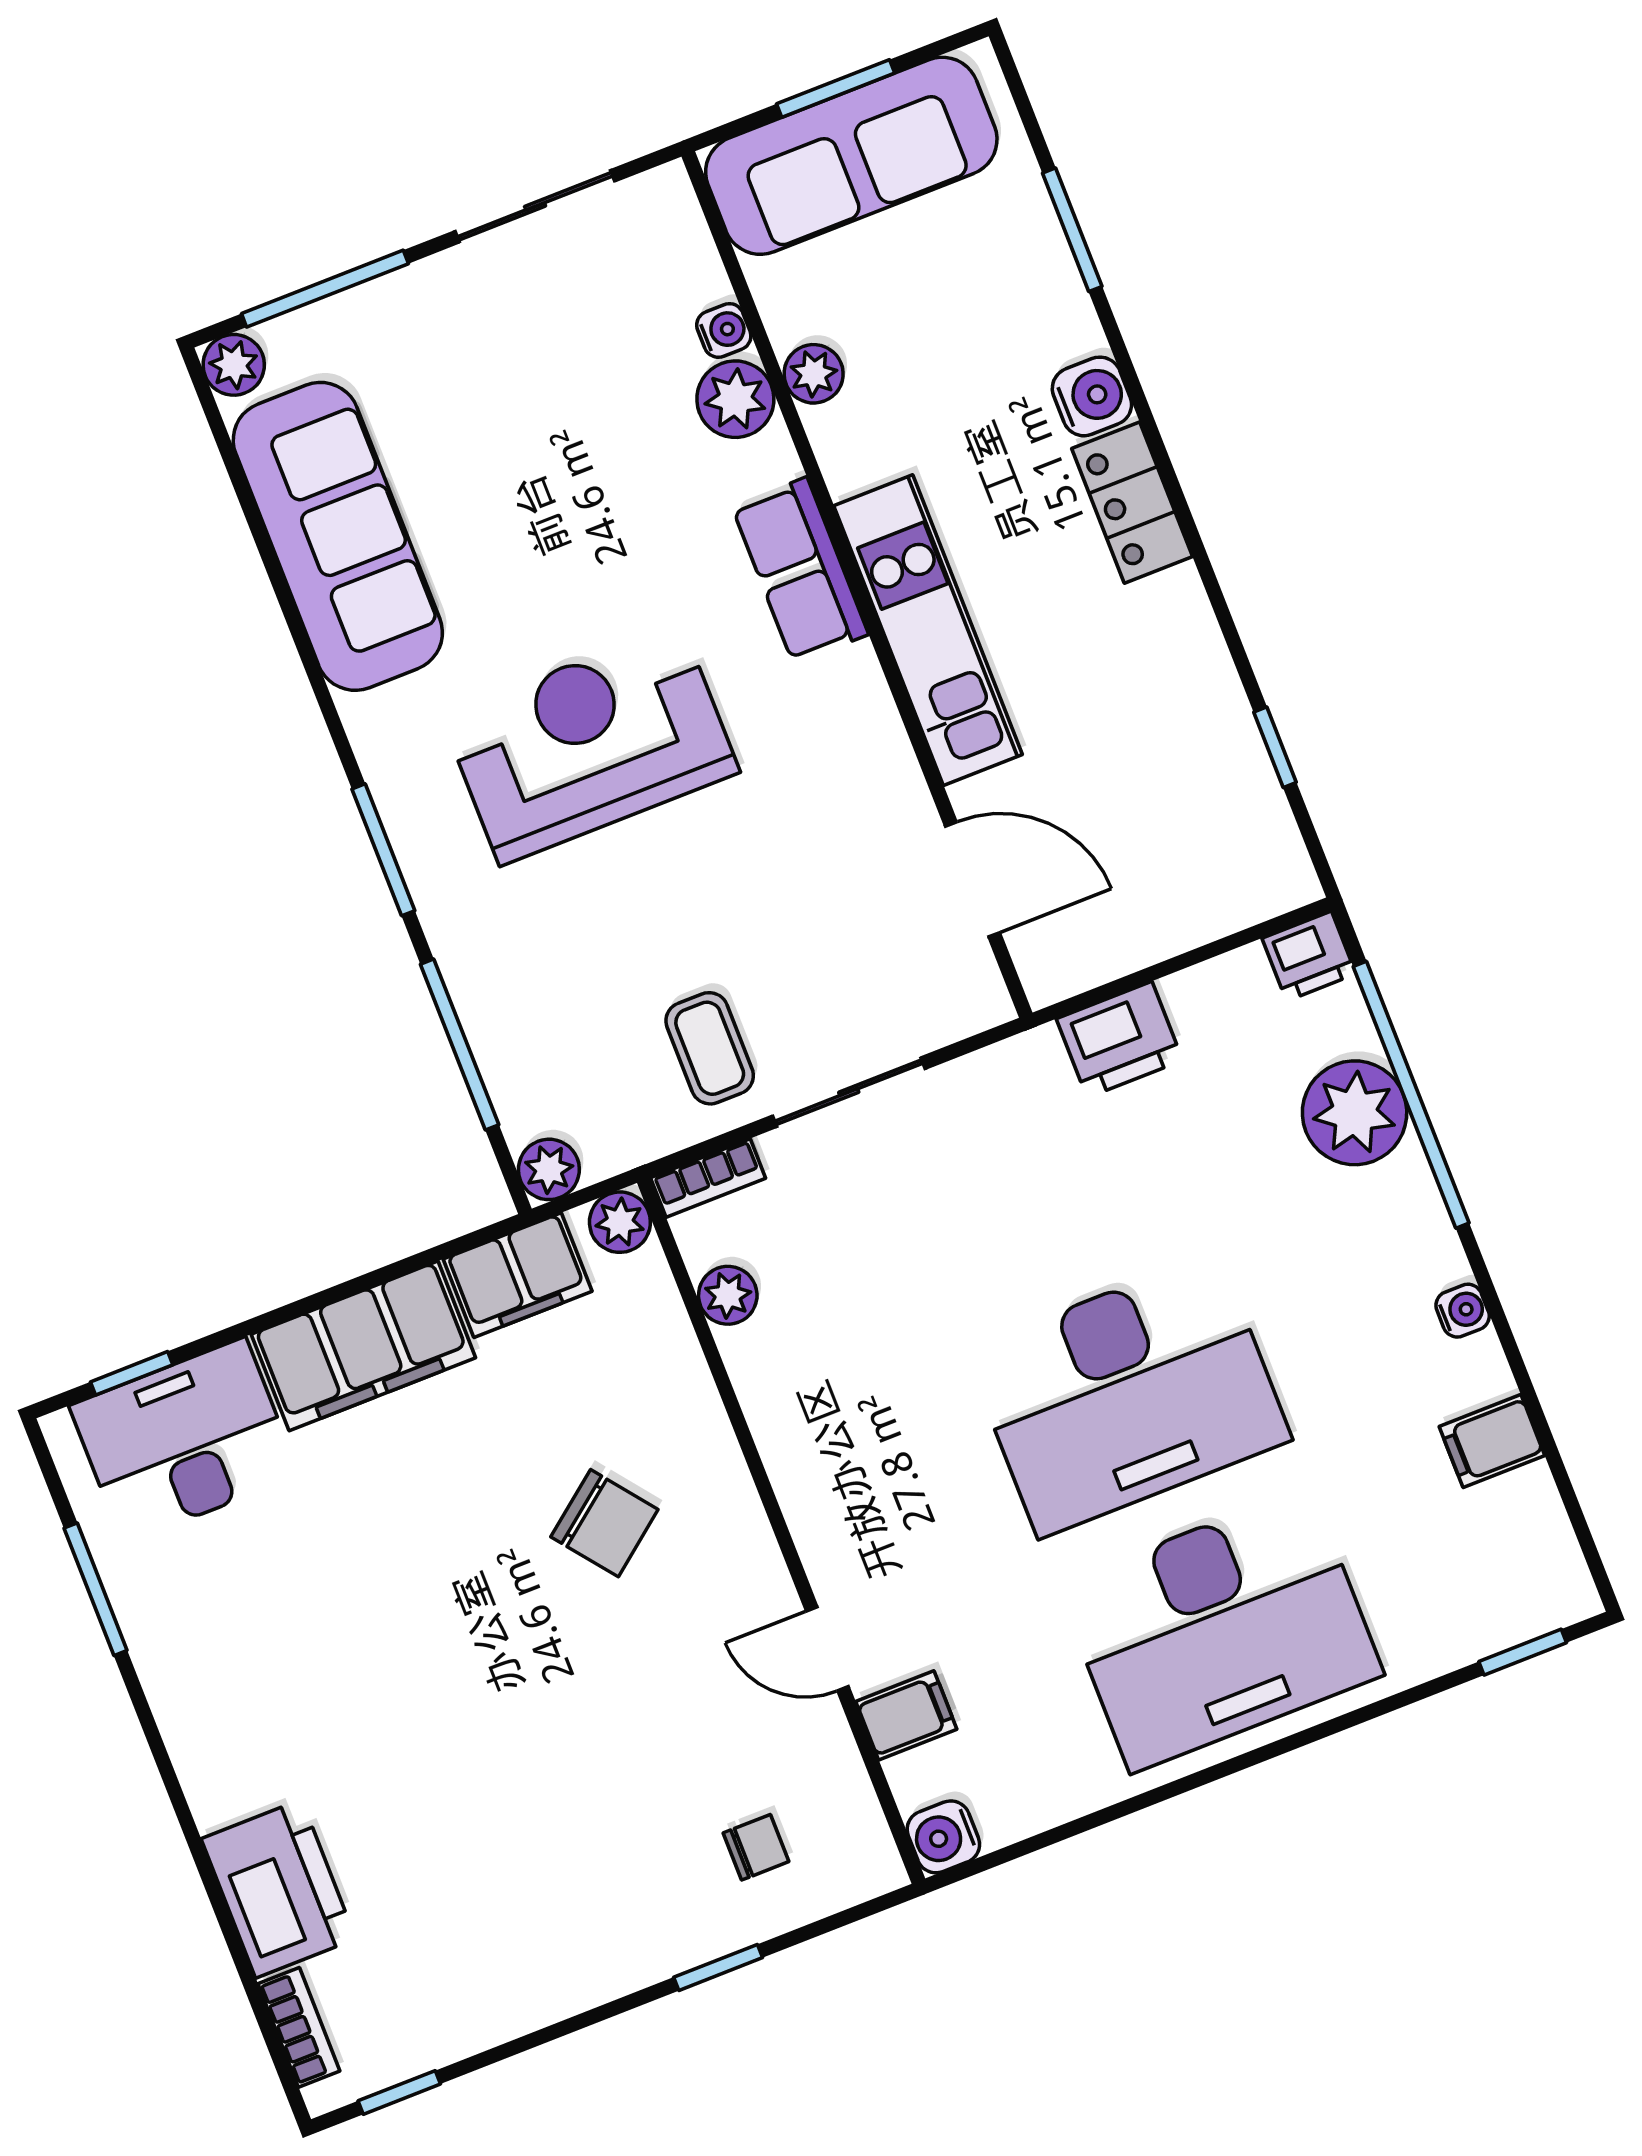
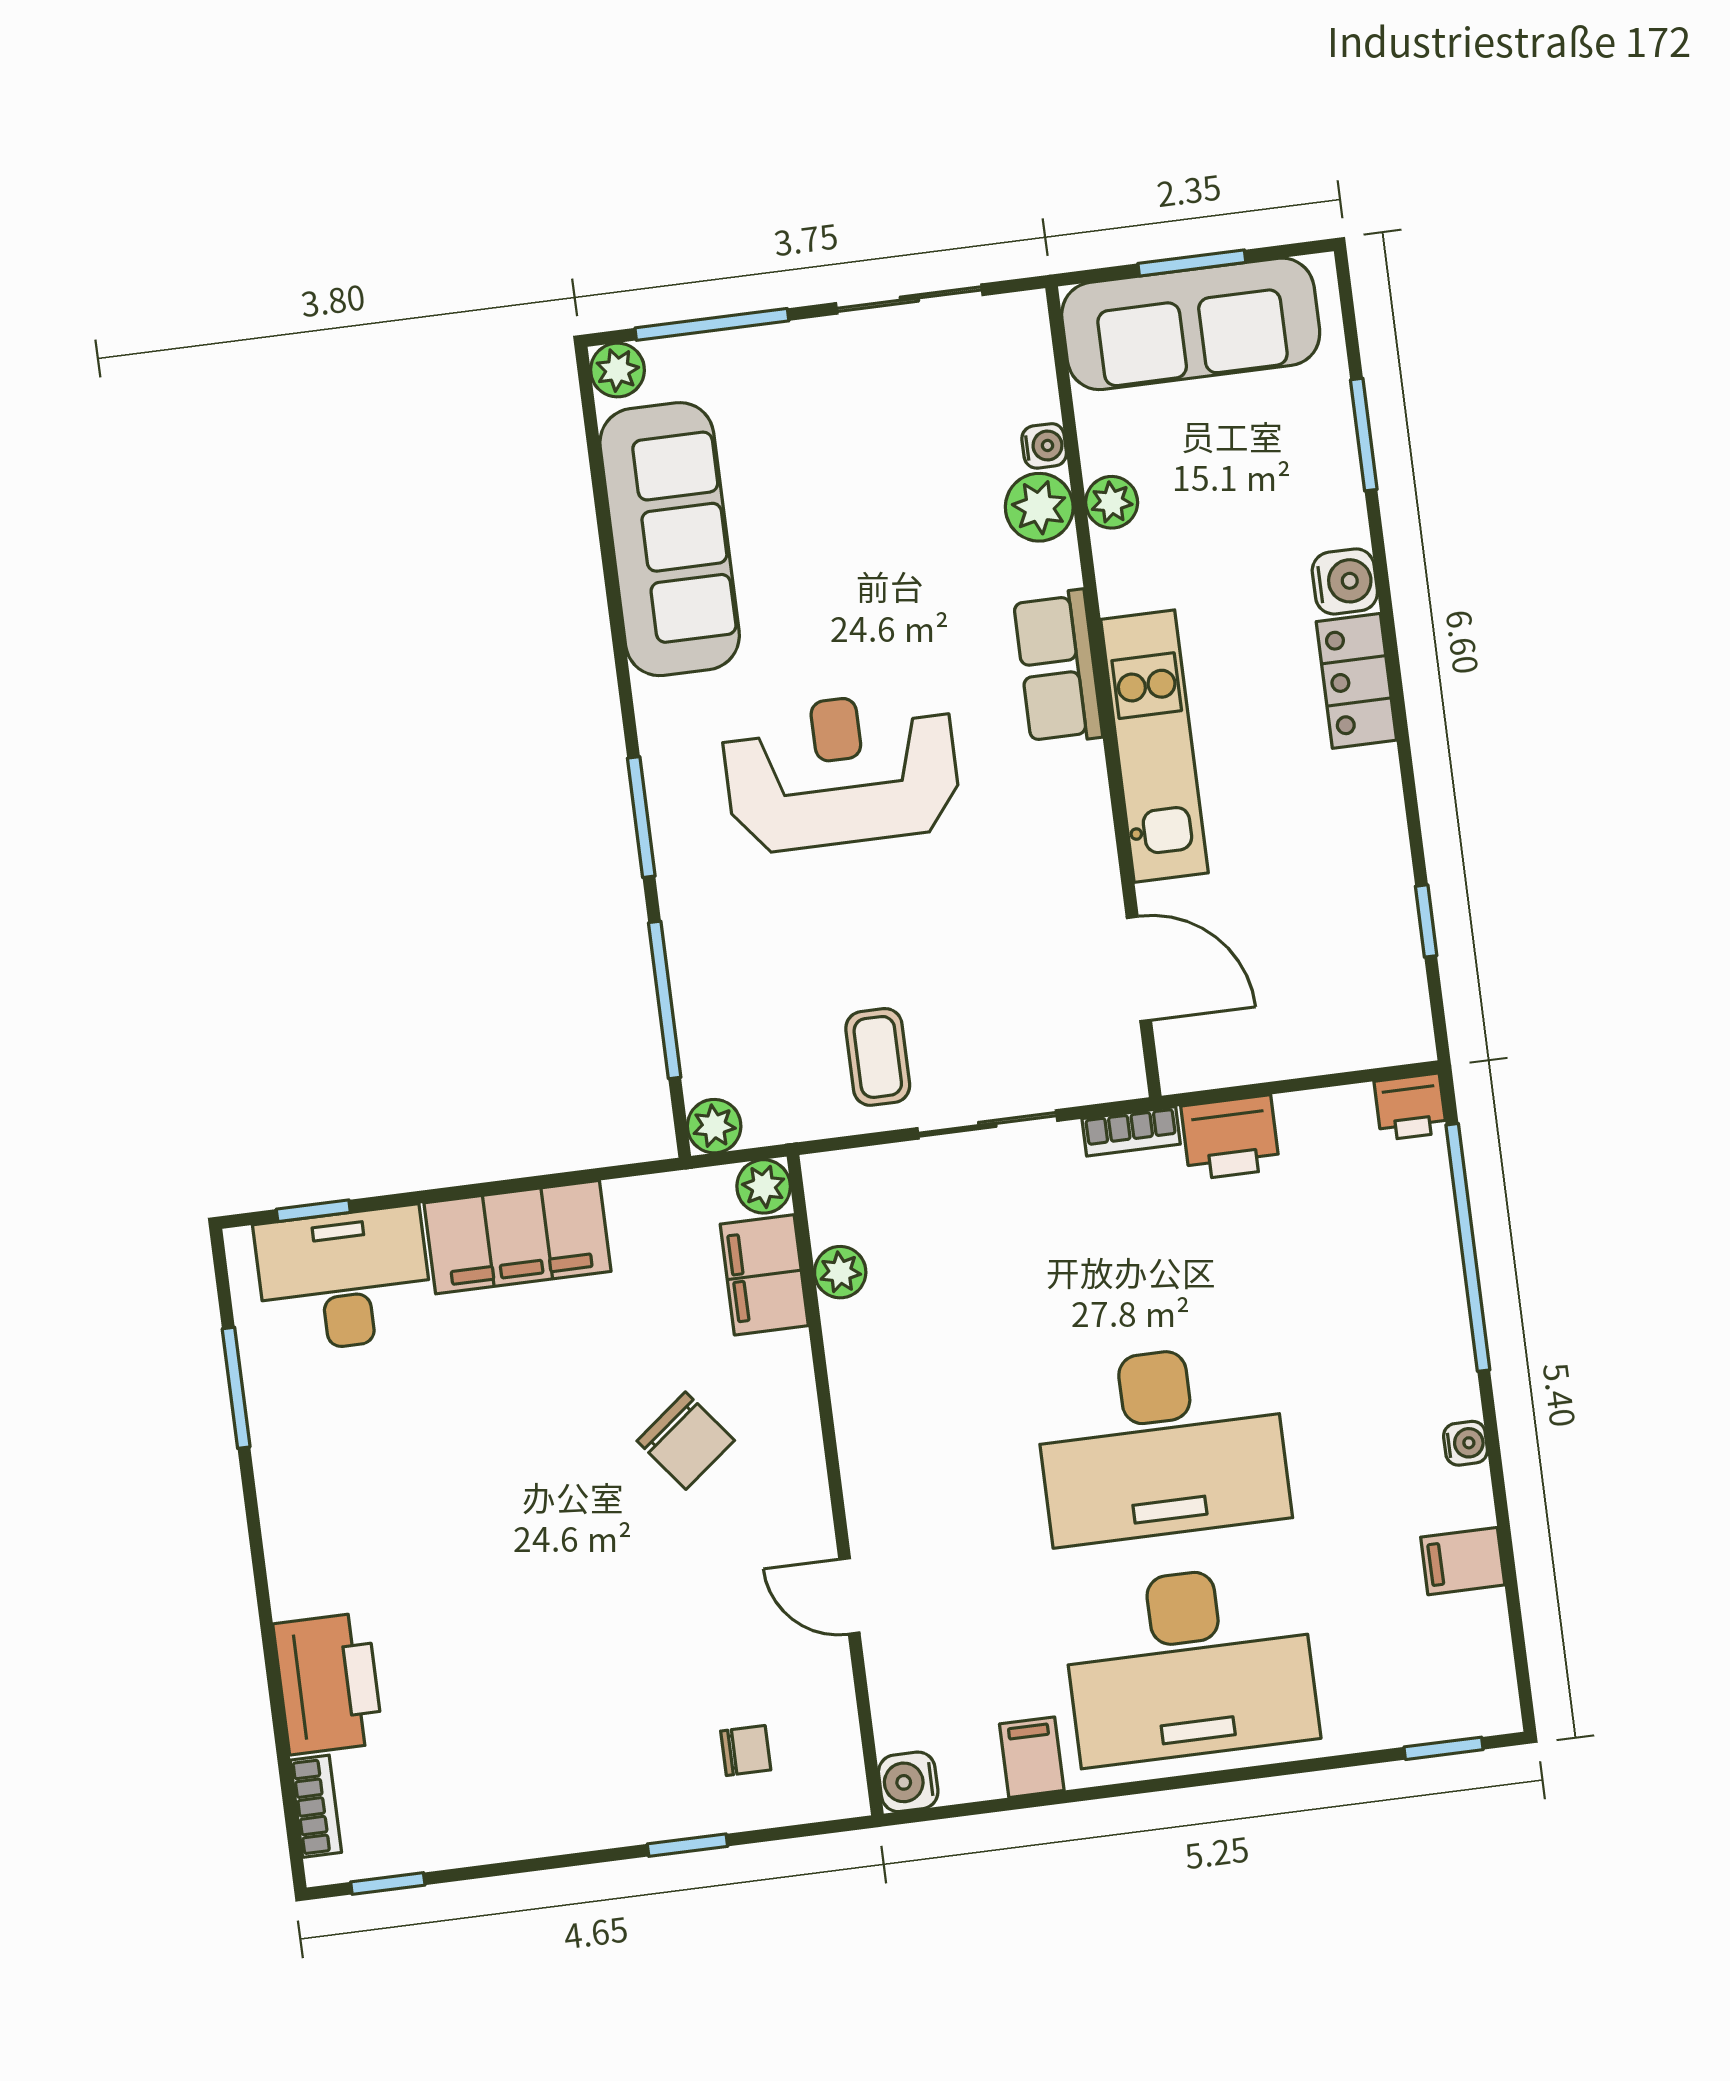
plant: (1355, 1113) -> (1416, 1251), removed
bookcase: (708, 1178) -> (1131, 1131), moved
filing cabinet: (518, 1275) -> (764, 1275), moved, turned 90
filing cabinet: (906, 1715) -> (1032, 1757), moved, turned -90

